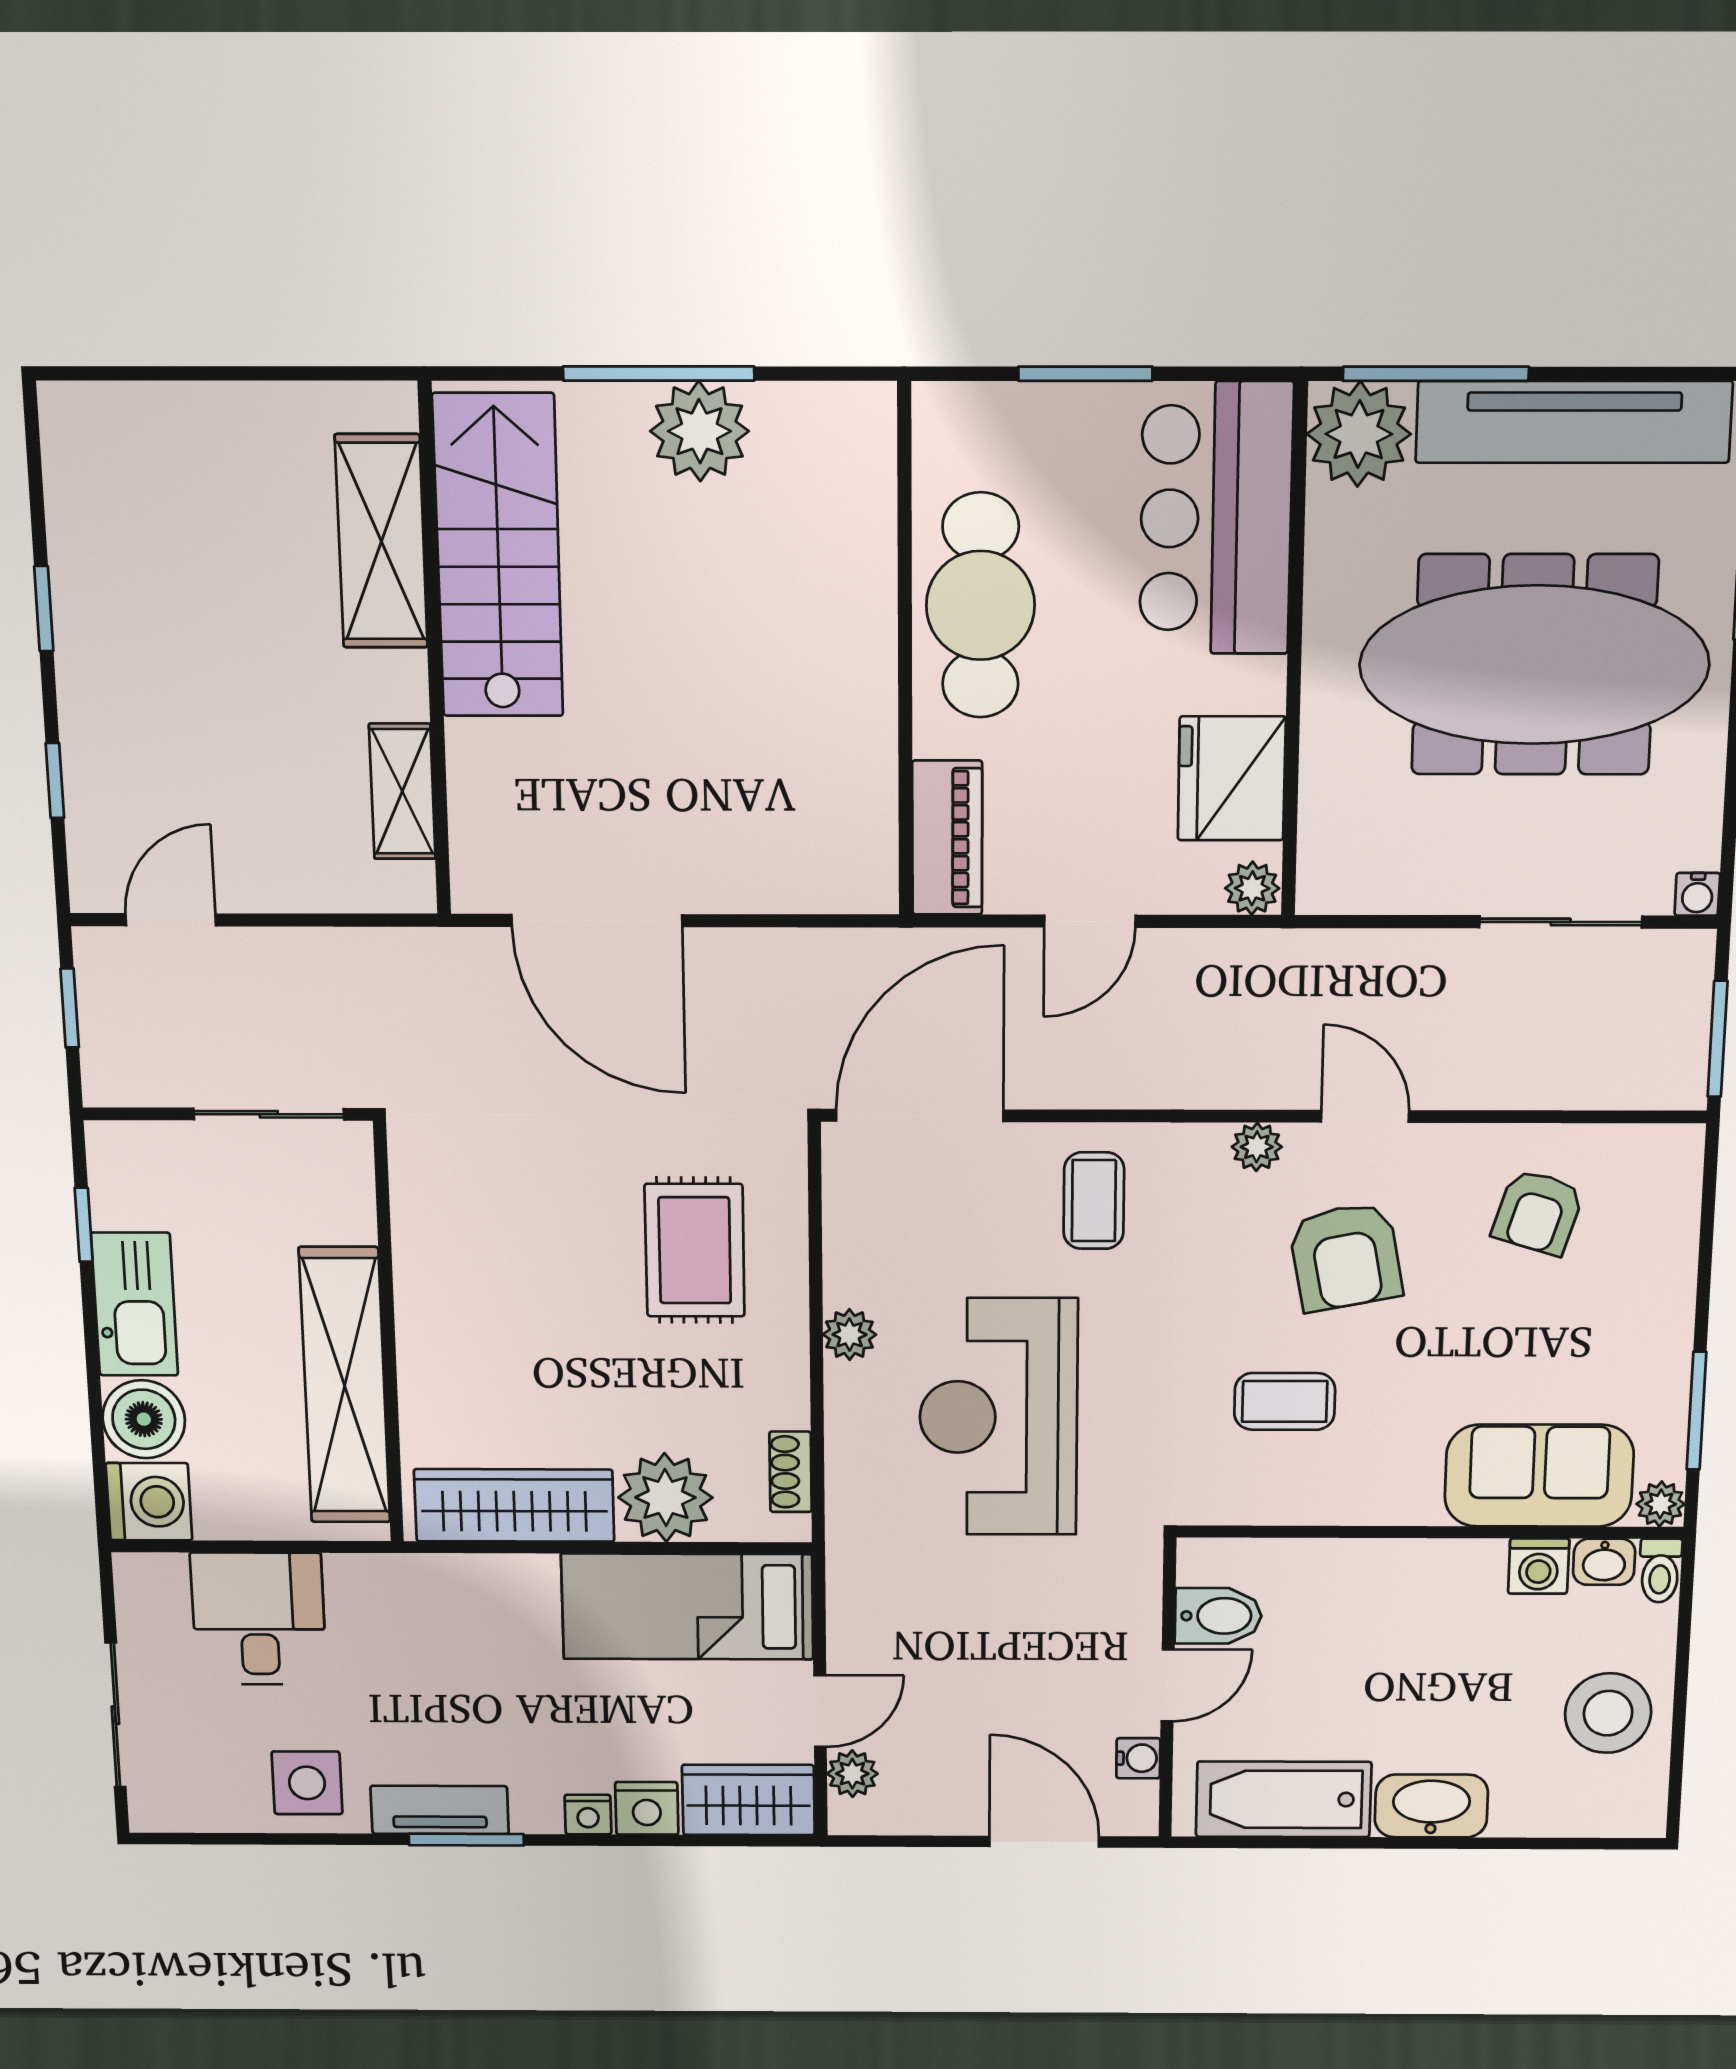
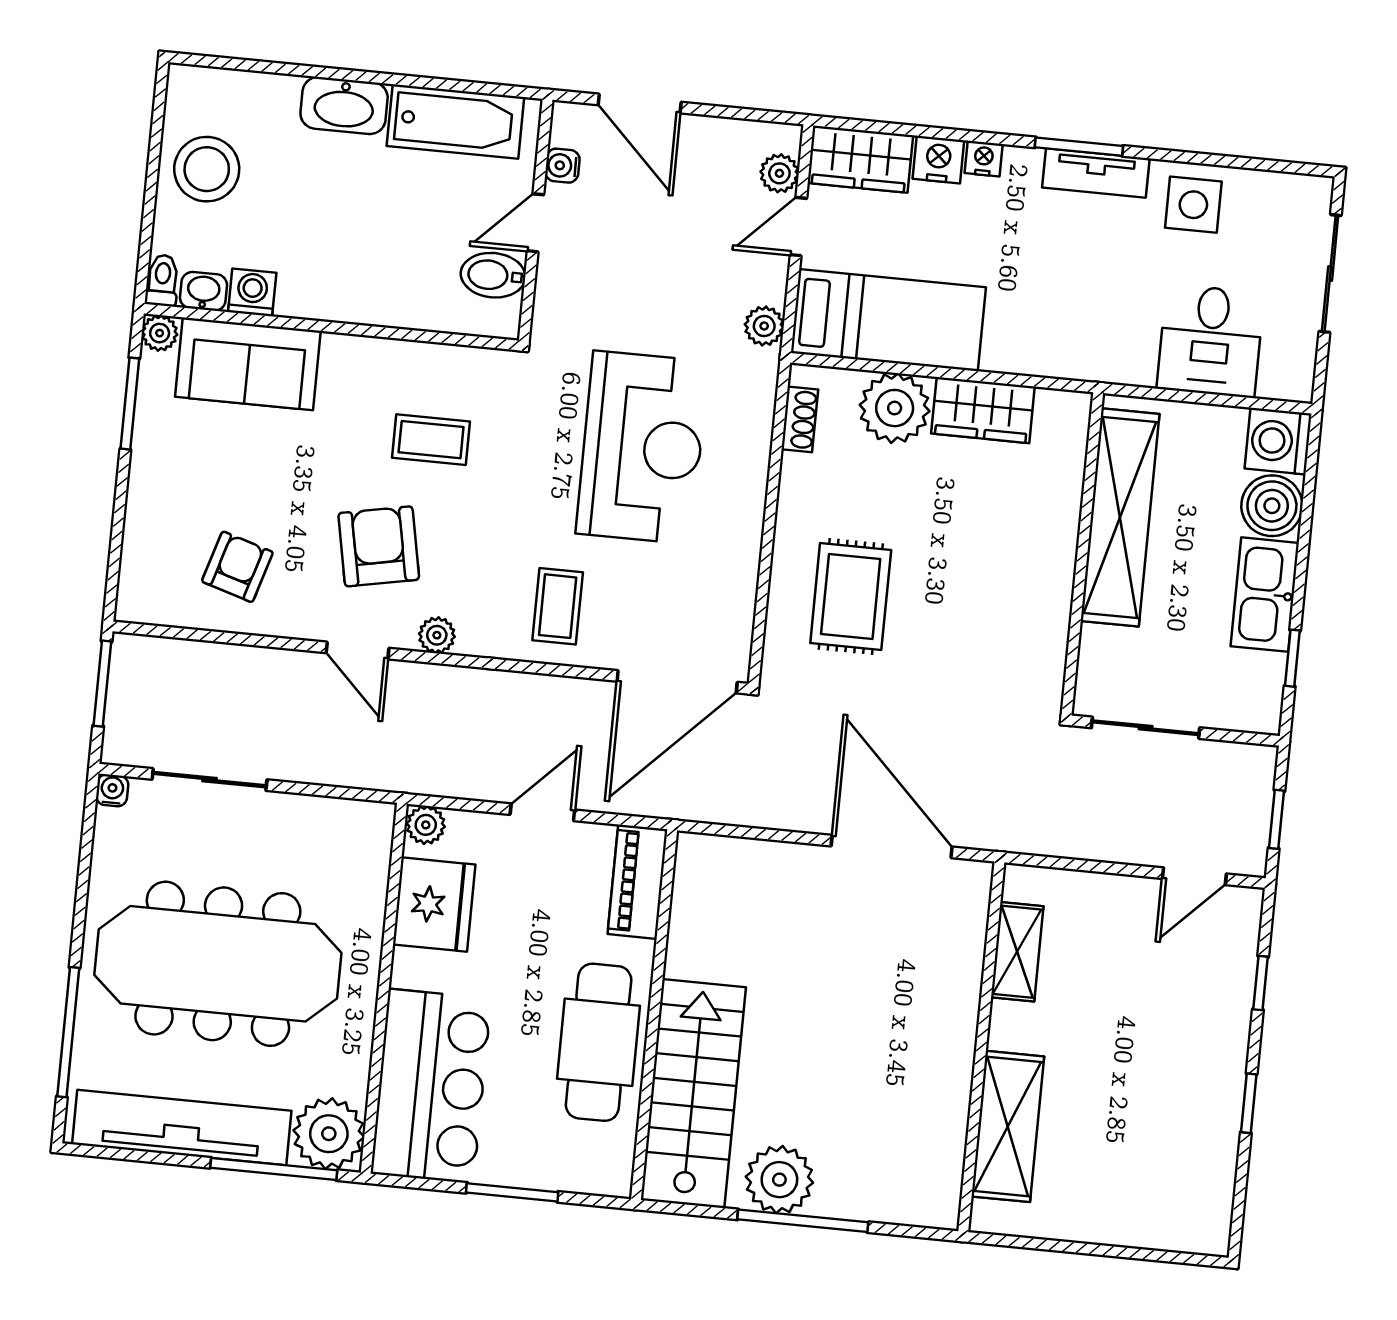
stairs: (498, 556) -> (693, 1094), moved, turned 180
plant: (849, 1335) -> (764, 326), moved
wardrobe: (514, 1505) -> (983, 410), width x0.67

